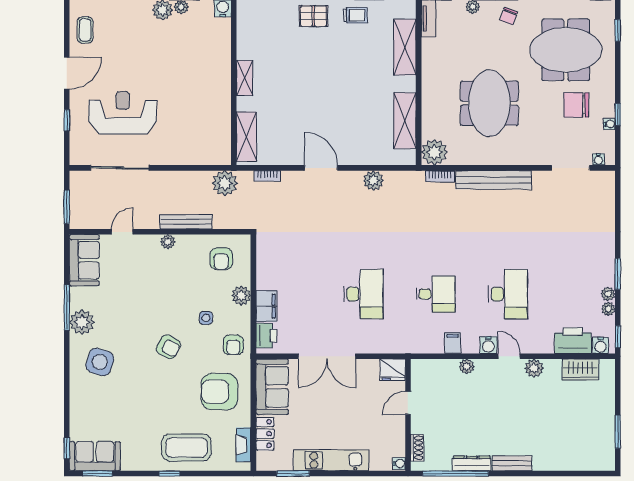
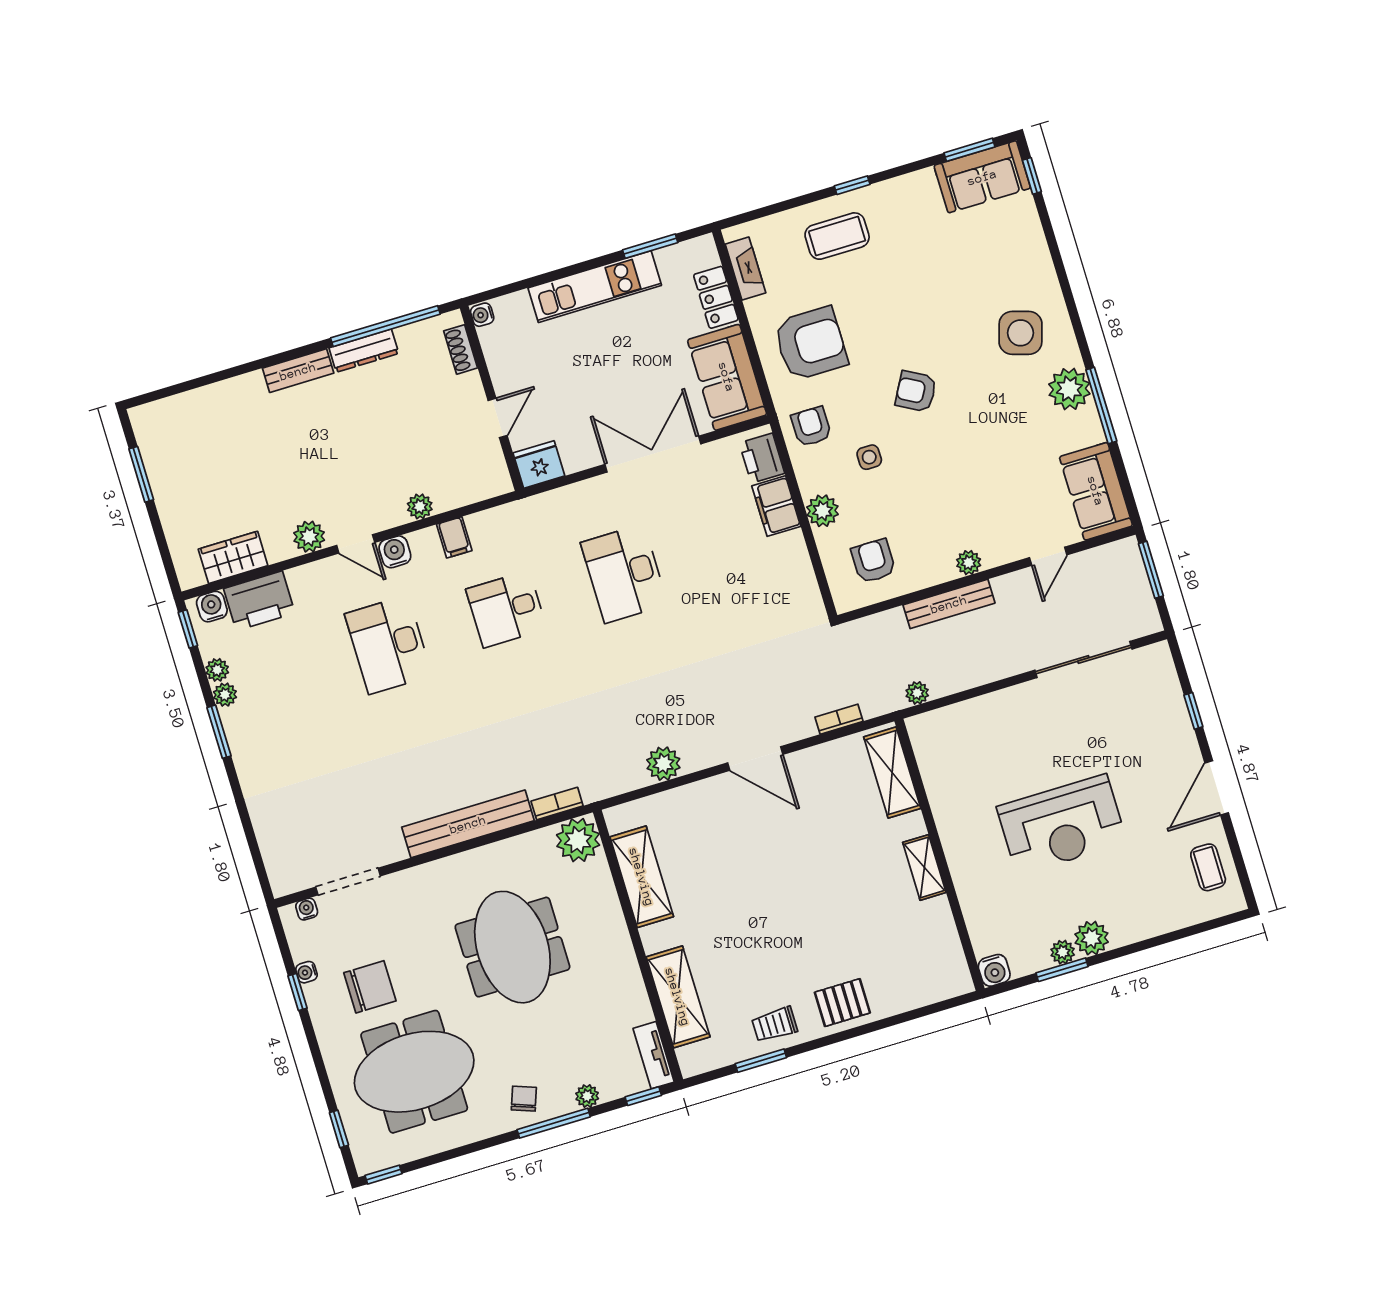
reception desk: (123, 113) -> (1062, 825), moved
plant: (225, 183) -> (917, 693), width x0.53, depth x0.53
coffee table: (186, 448) -> (837, 236), width x0.73, depth x0.76

